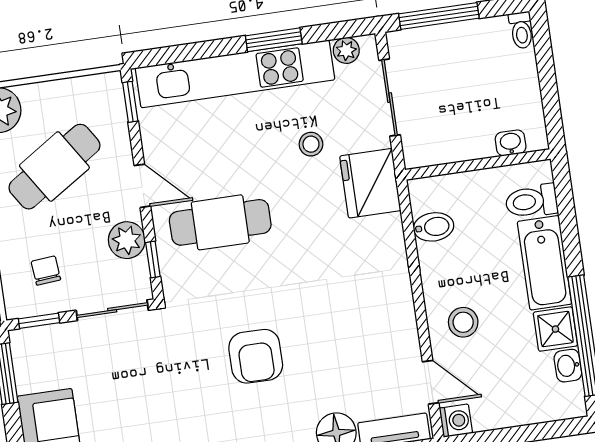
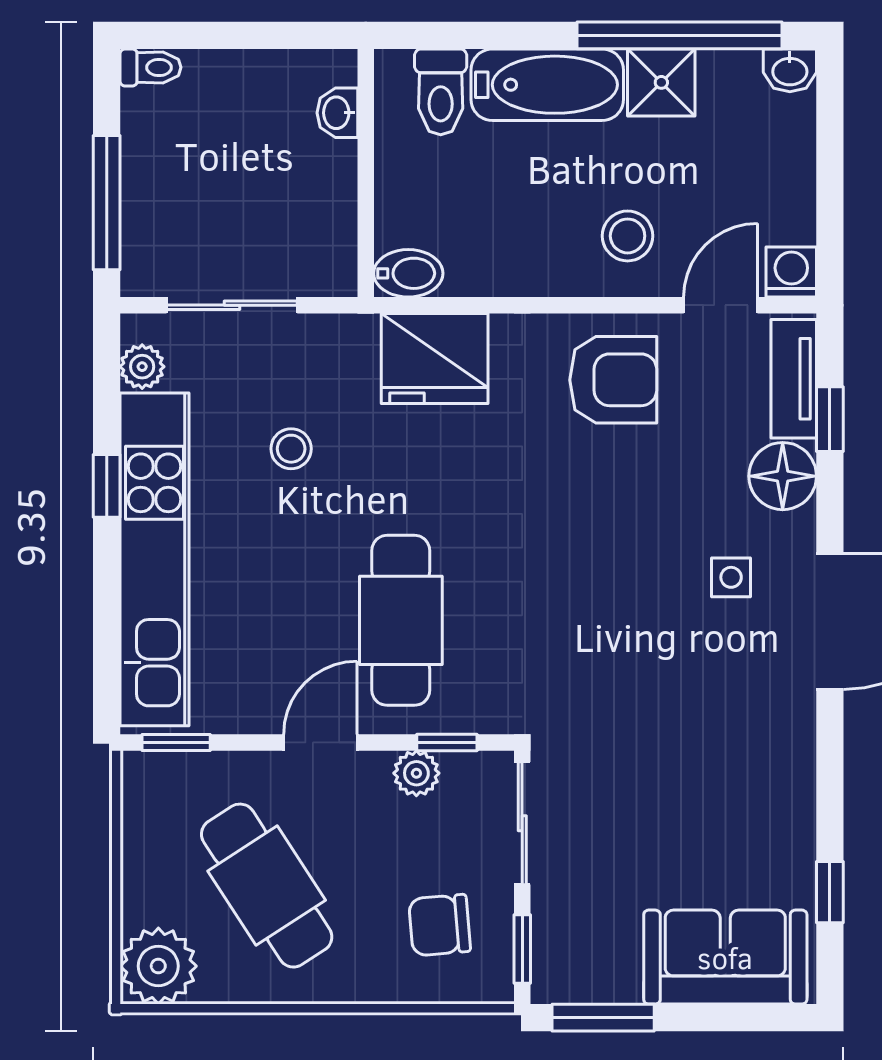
window: (274, 40) -> (107, 486), width x0.67
fridge: (370, 183) -> (435, 358), moved
bidet: (434, 227) -> (408, 273), moved, turned 90
plant: (127, 240) -> (416, 773), width x0.73, depth x0.73
chair: (46, 271) -> (440, 925), width x1.37, depth x1.37
armchair: (256, 356) -> (613, 380), moved
washbasin: (568, 366) -> (790, 70), moved
side table: (273, 411) -> (731, 577), added

